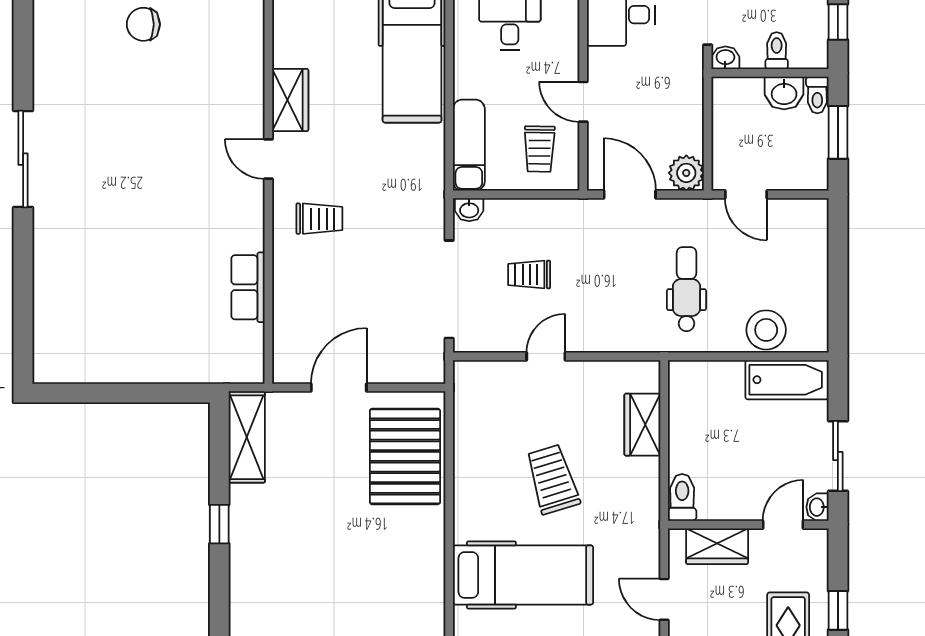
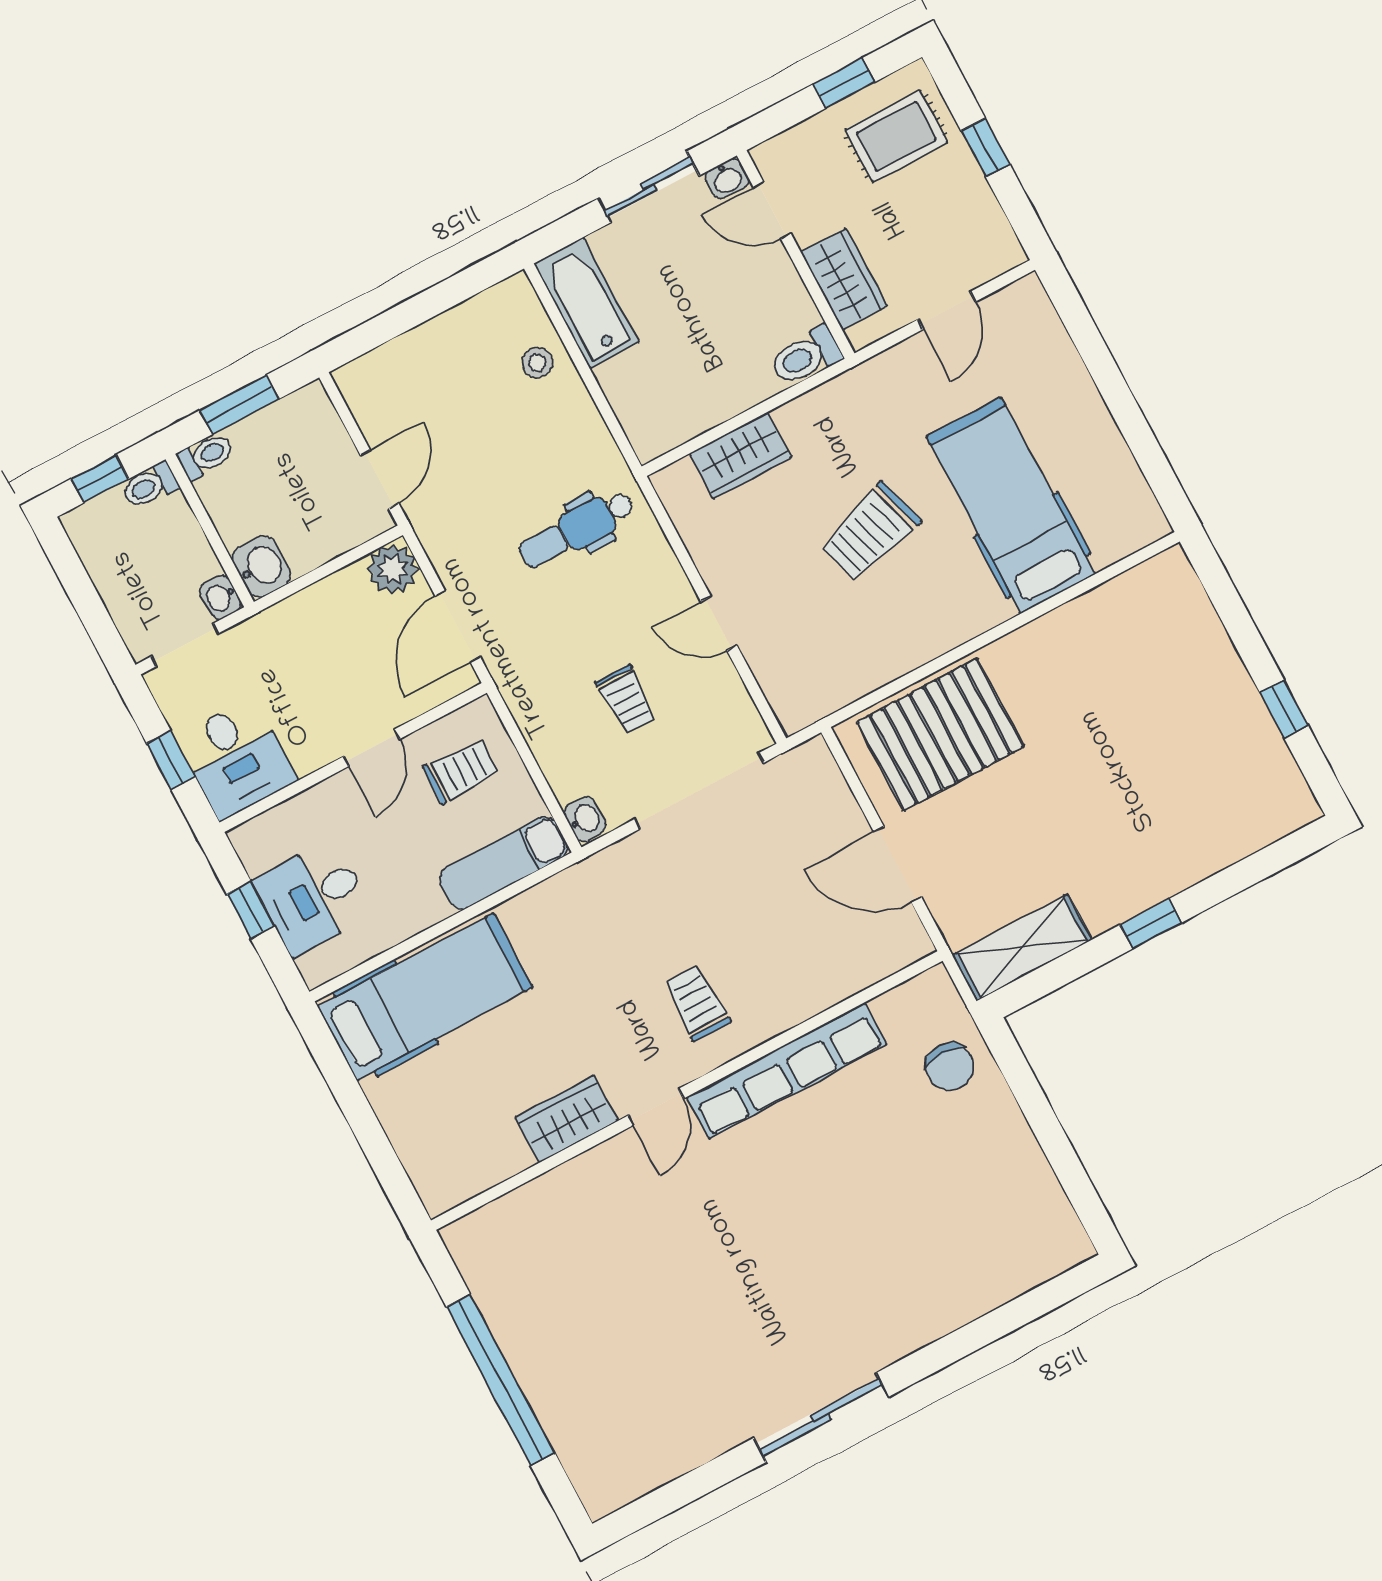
chair: (143, 24) -> (950, 1067), moved
toilet: (777, 51) -> (150, 486), moved
washbasin: (784, 93) -> (261, 567), moved
row of seats: (248, 287) -> (787, 1071), width x2.02
dental chair: (687, 289) -> (577, 529), moved
stool: (766, 330) -> (537, 363), width x0.53, depth x0.53

